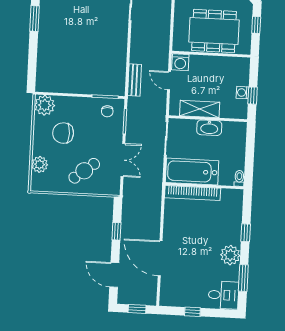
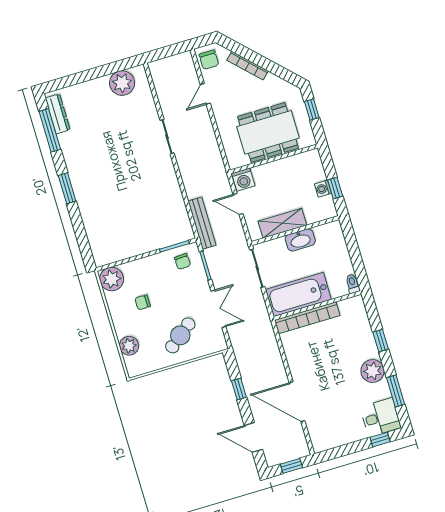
bench: (134, 80) -> (202, 223), width x1.36
chair: (63, 133) -> (143, 302), width x0.54, depth x0.54
window: (192, 312) -> (380, 440), moved

